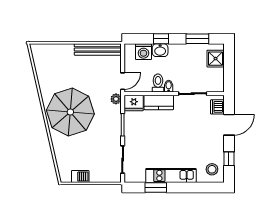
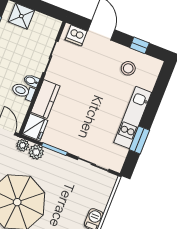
plant: (115, 111) -> (36, 152), added
stool: (212, 169) -> (128, 68), moved

